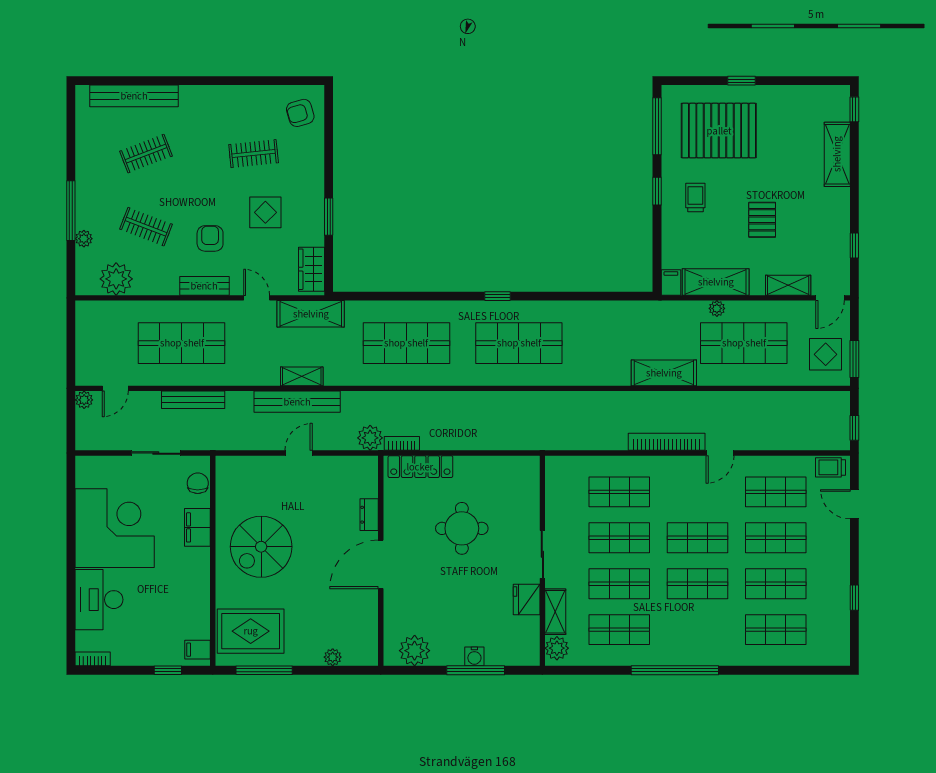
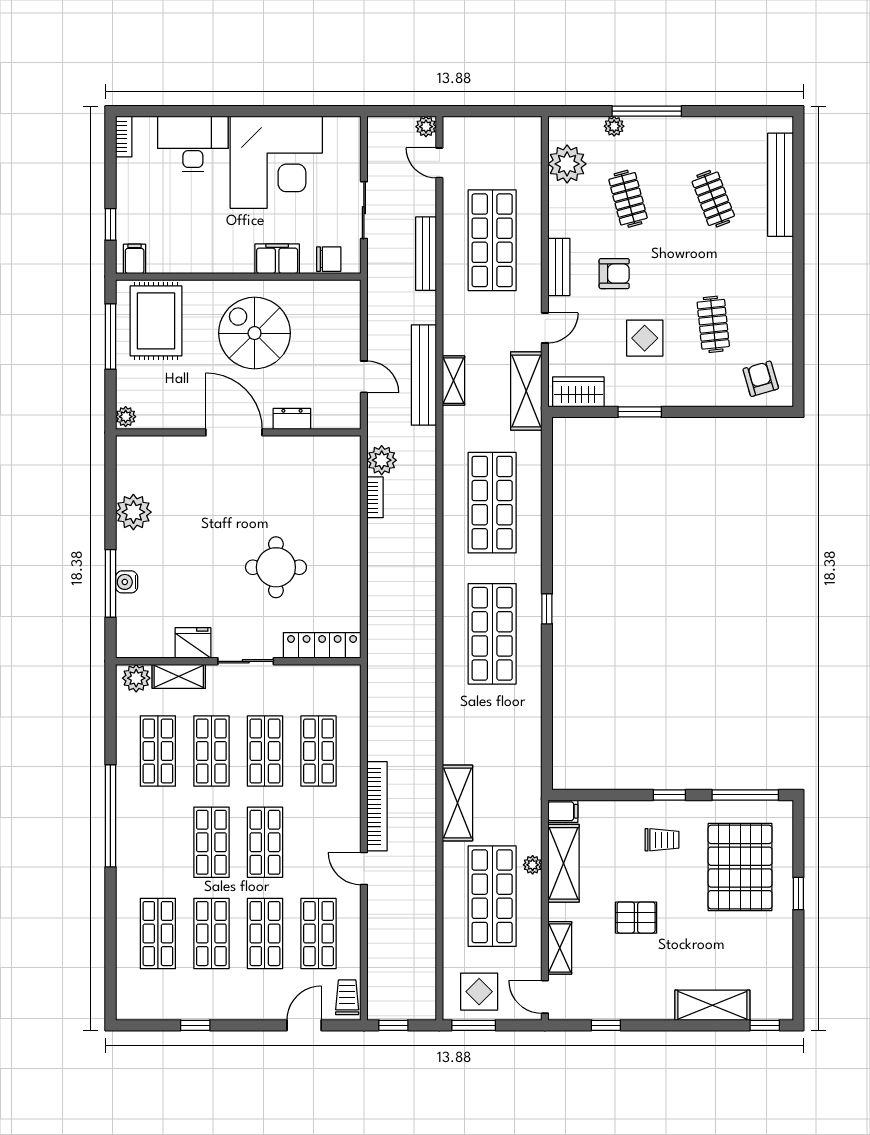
clothes rail: (146, 227) -> (628, 199), turned -36
locker: (420, 467) -> (322, 645), moved, turned 90
dresser: (369, 515) -> (292, 419), moved
wall: (381, 561) -> (238, 432), moved
door: (381, 564) -> (234, 432), moved

